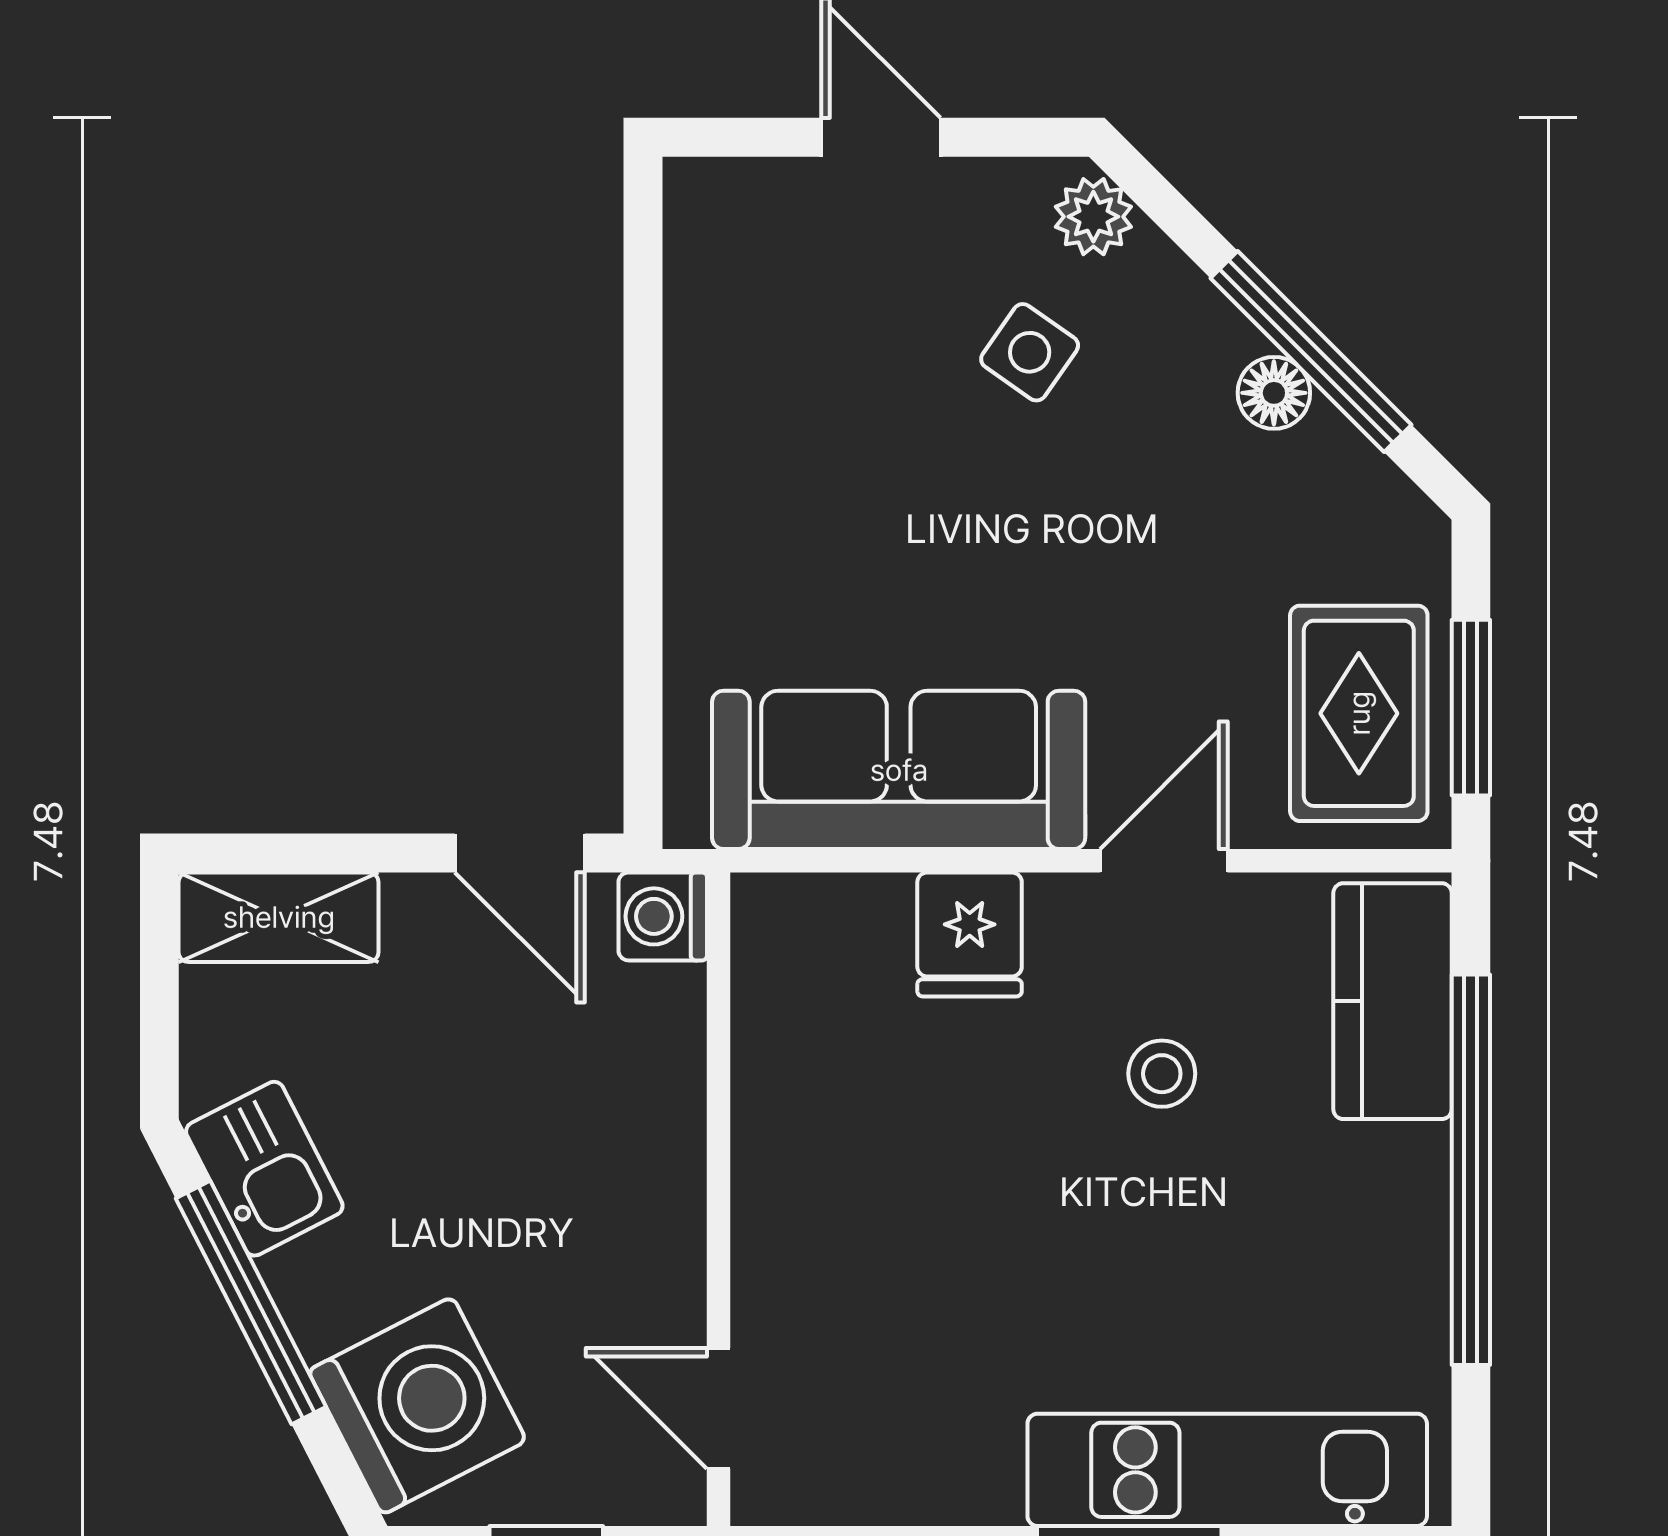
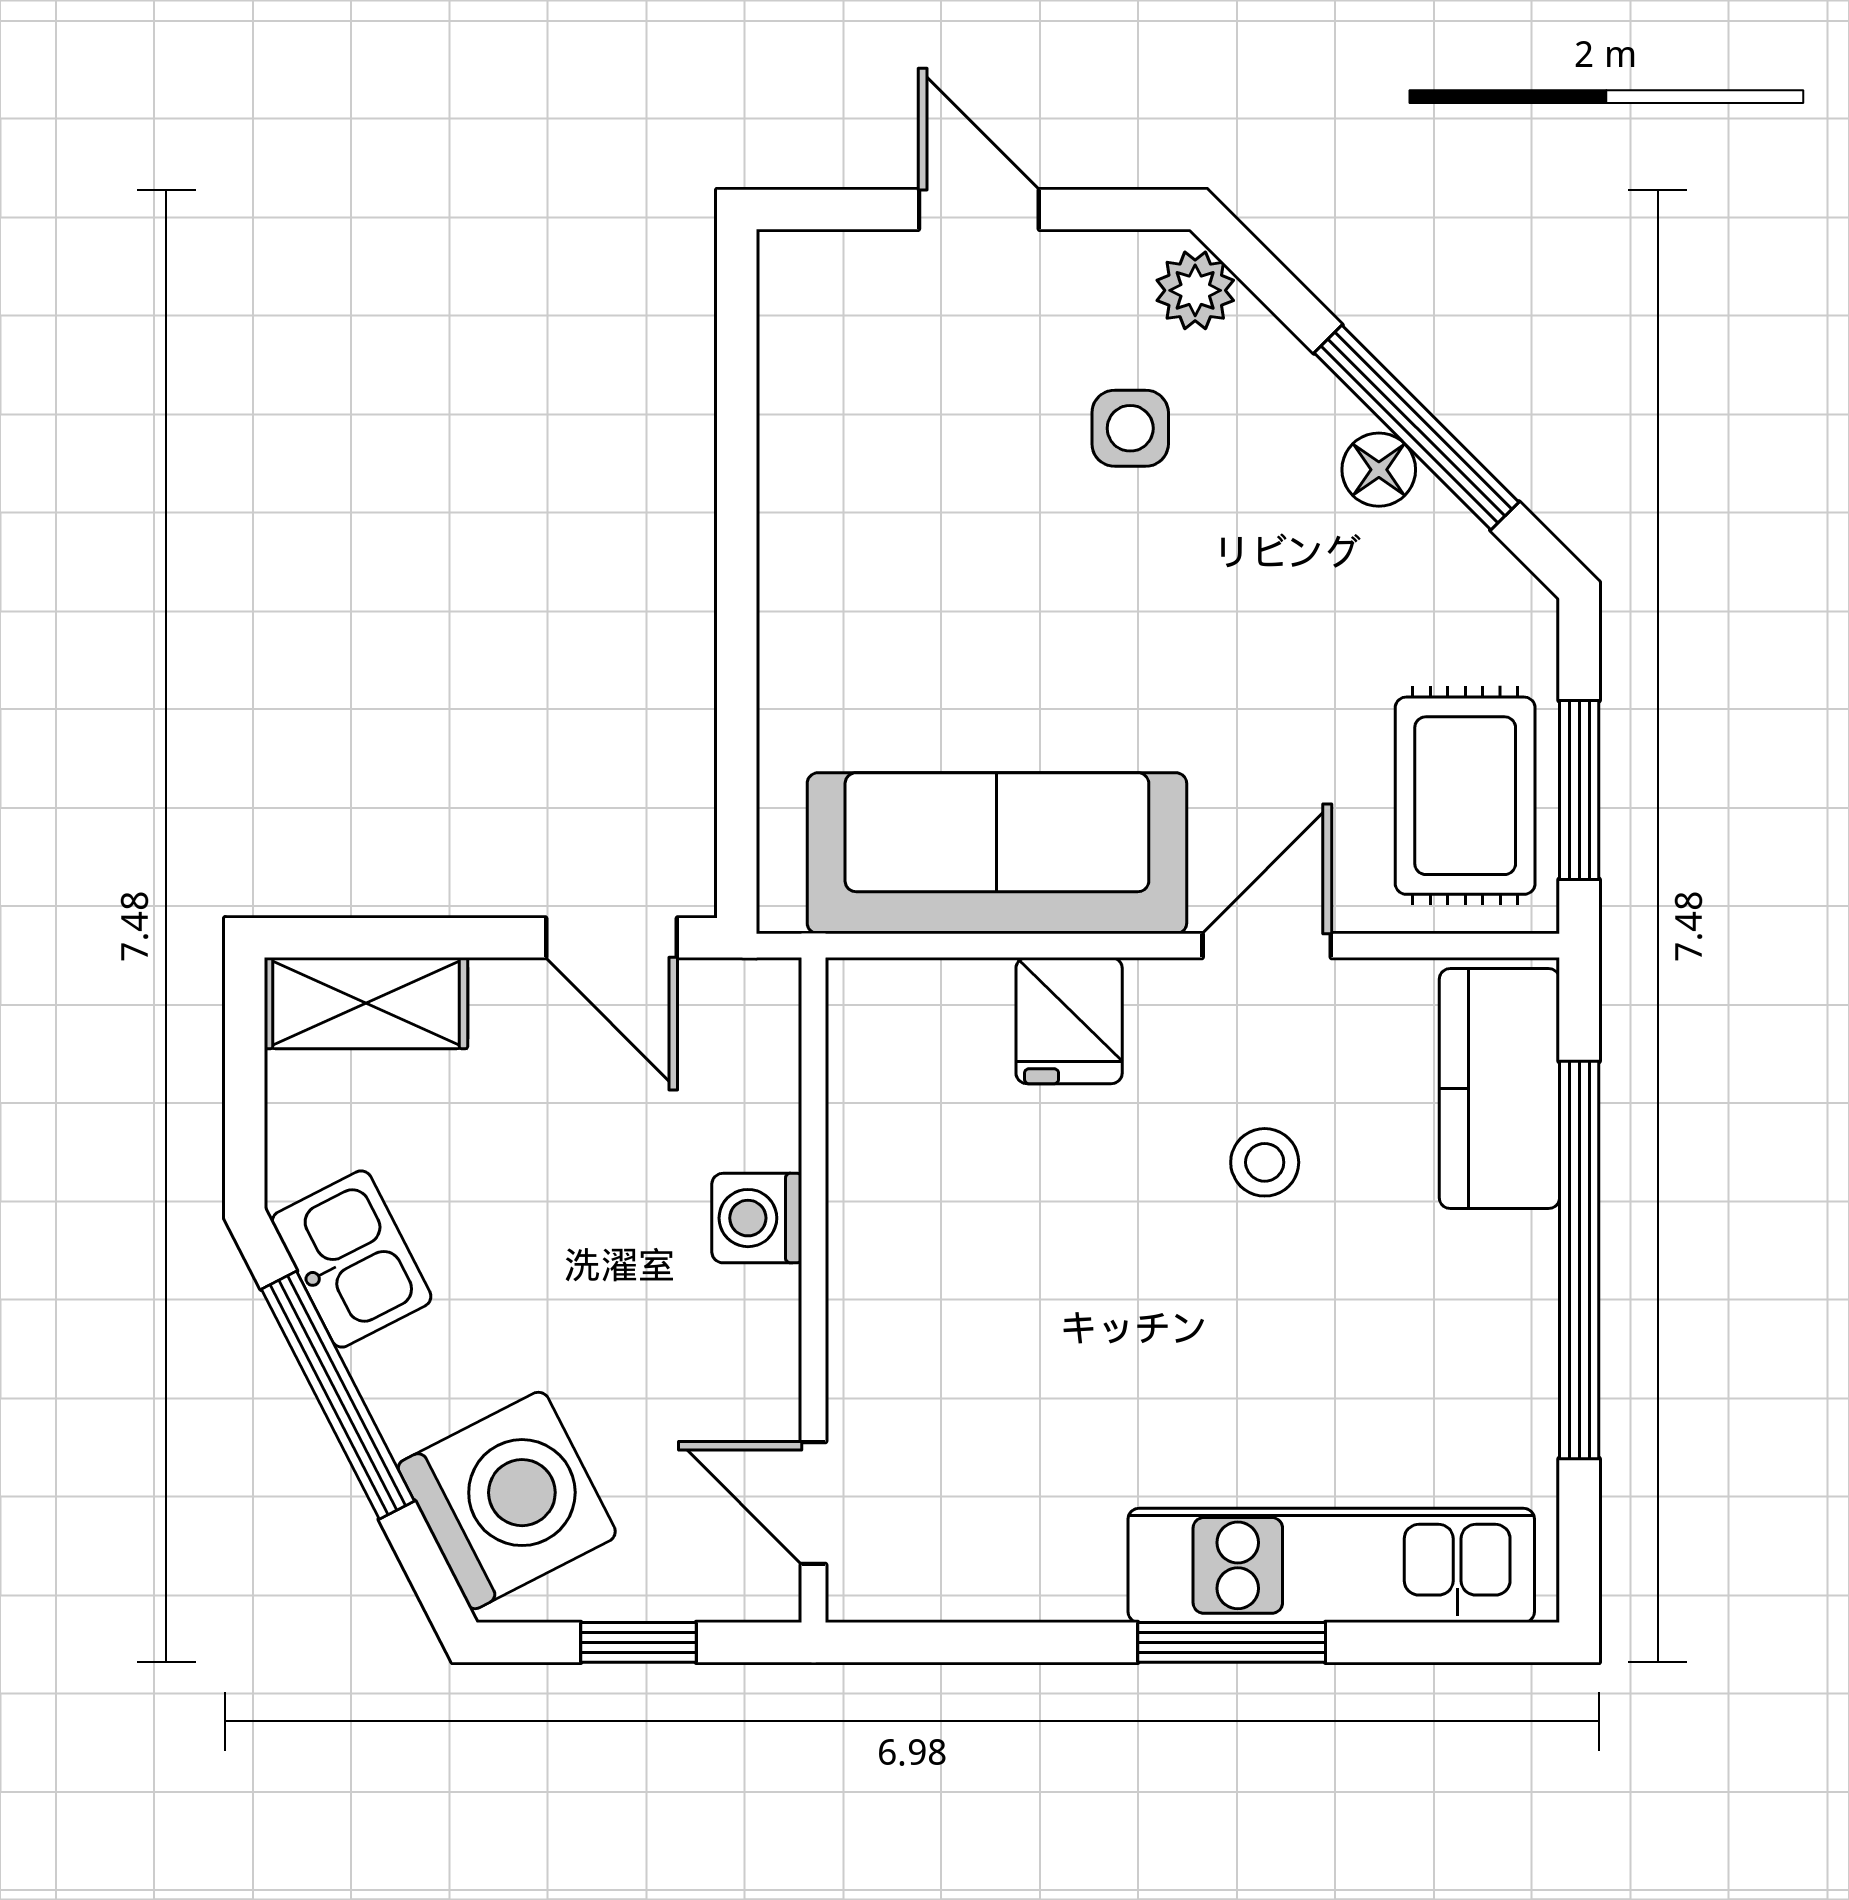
side table: (1030, 352) -> (1130, 428), turned -35
washing machine: (663, 916) -> (757, 1218), moved

